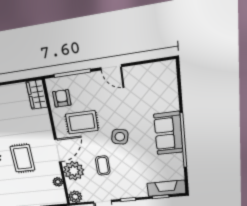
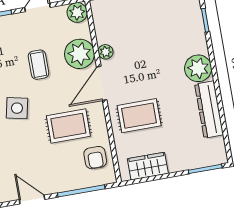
wardrobe: (37, 95) -> (148, 166), moved, turned -90
rug: (23, 158) -> (139, 116), moved, turned 90
plant: (58, 182) -> (106, 52), moved

